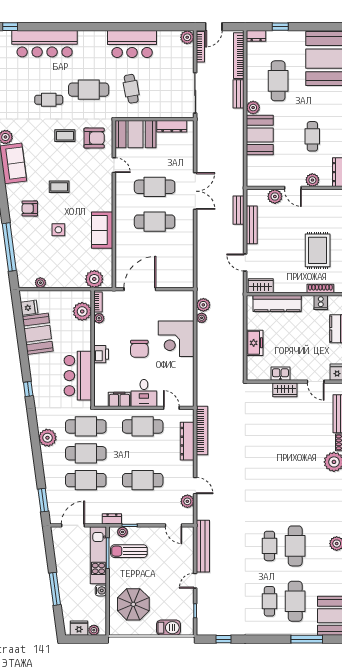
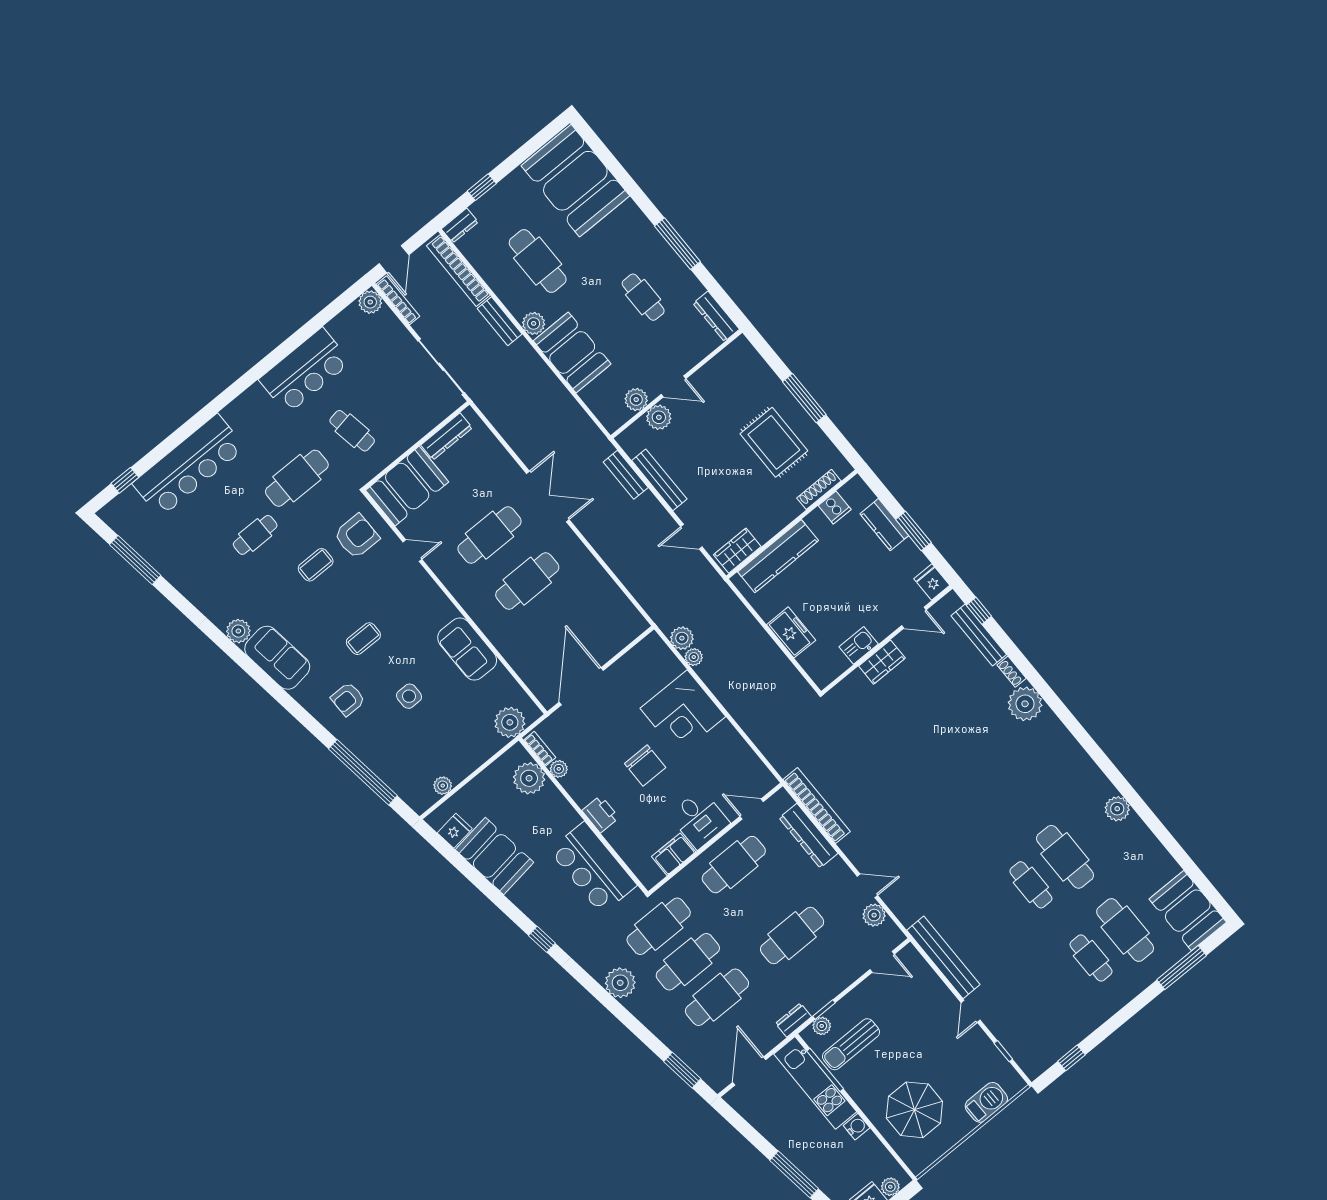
plant: (312, 180) -> (636, 400), moved

